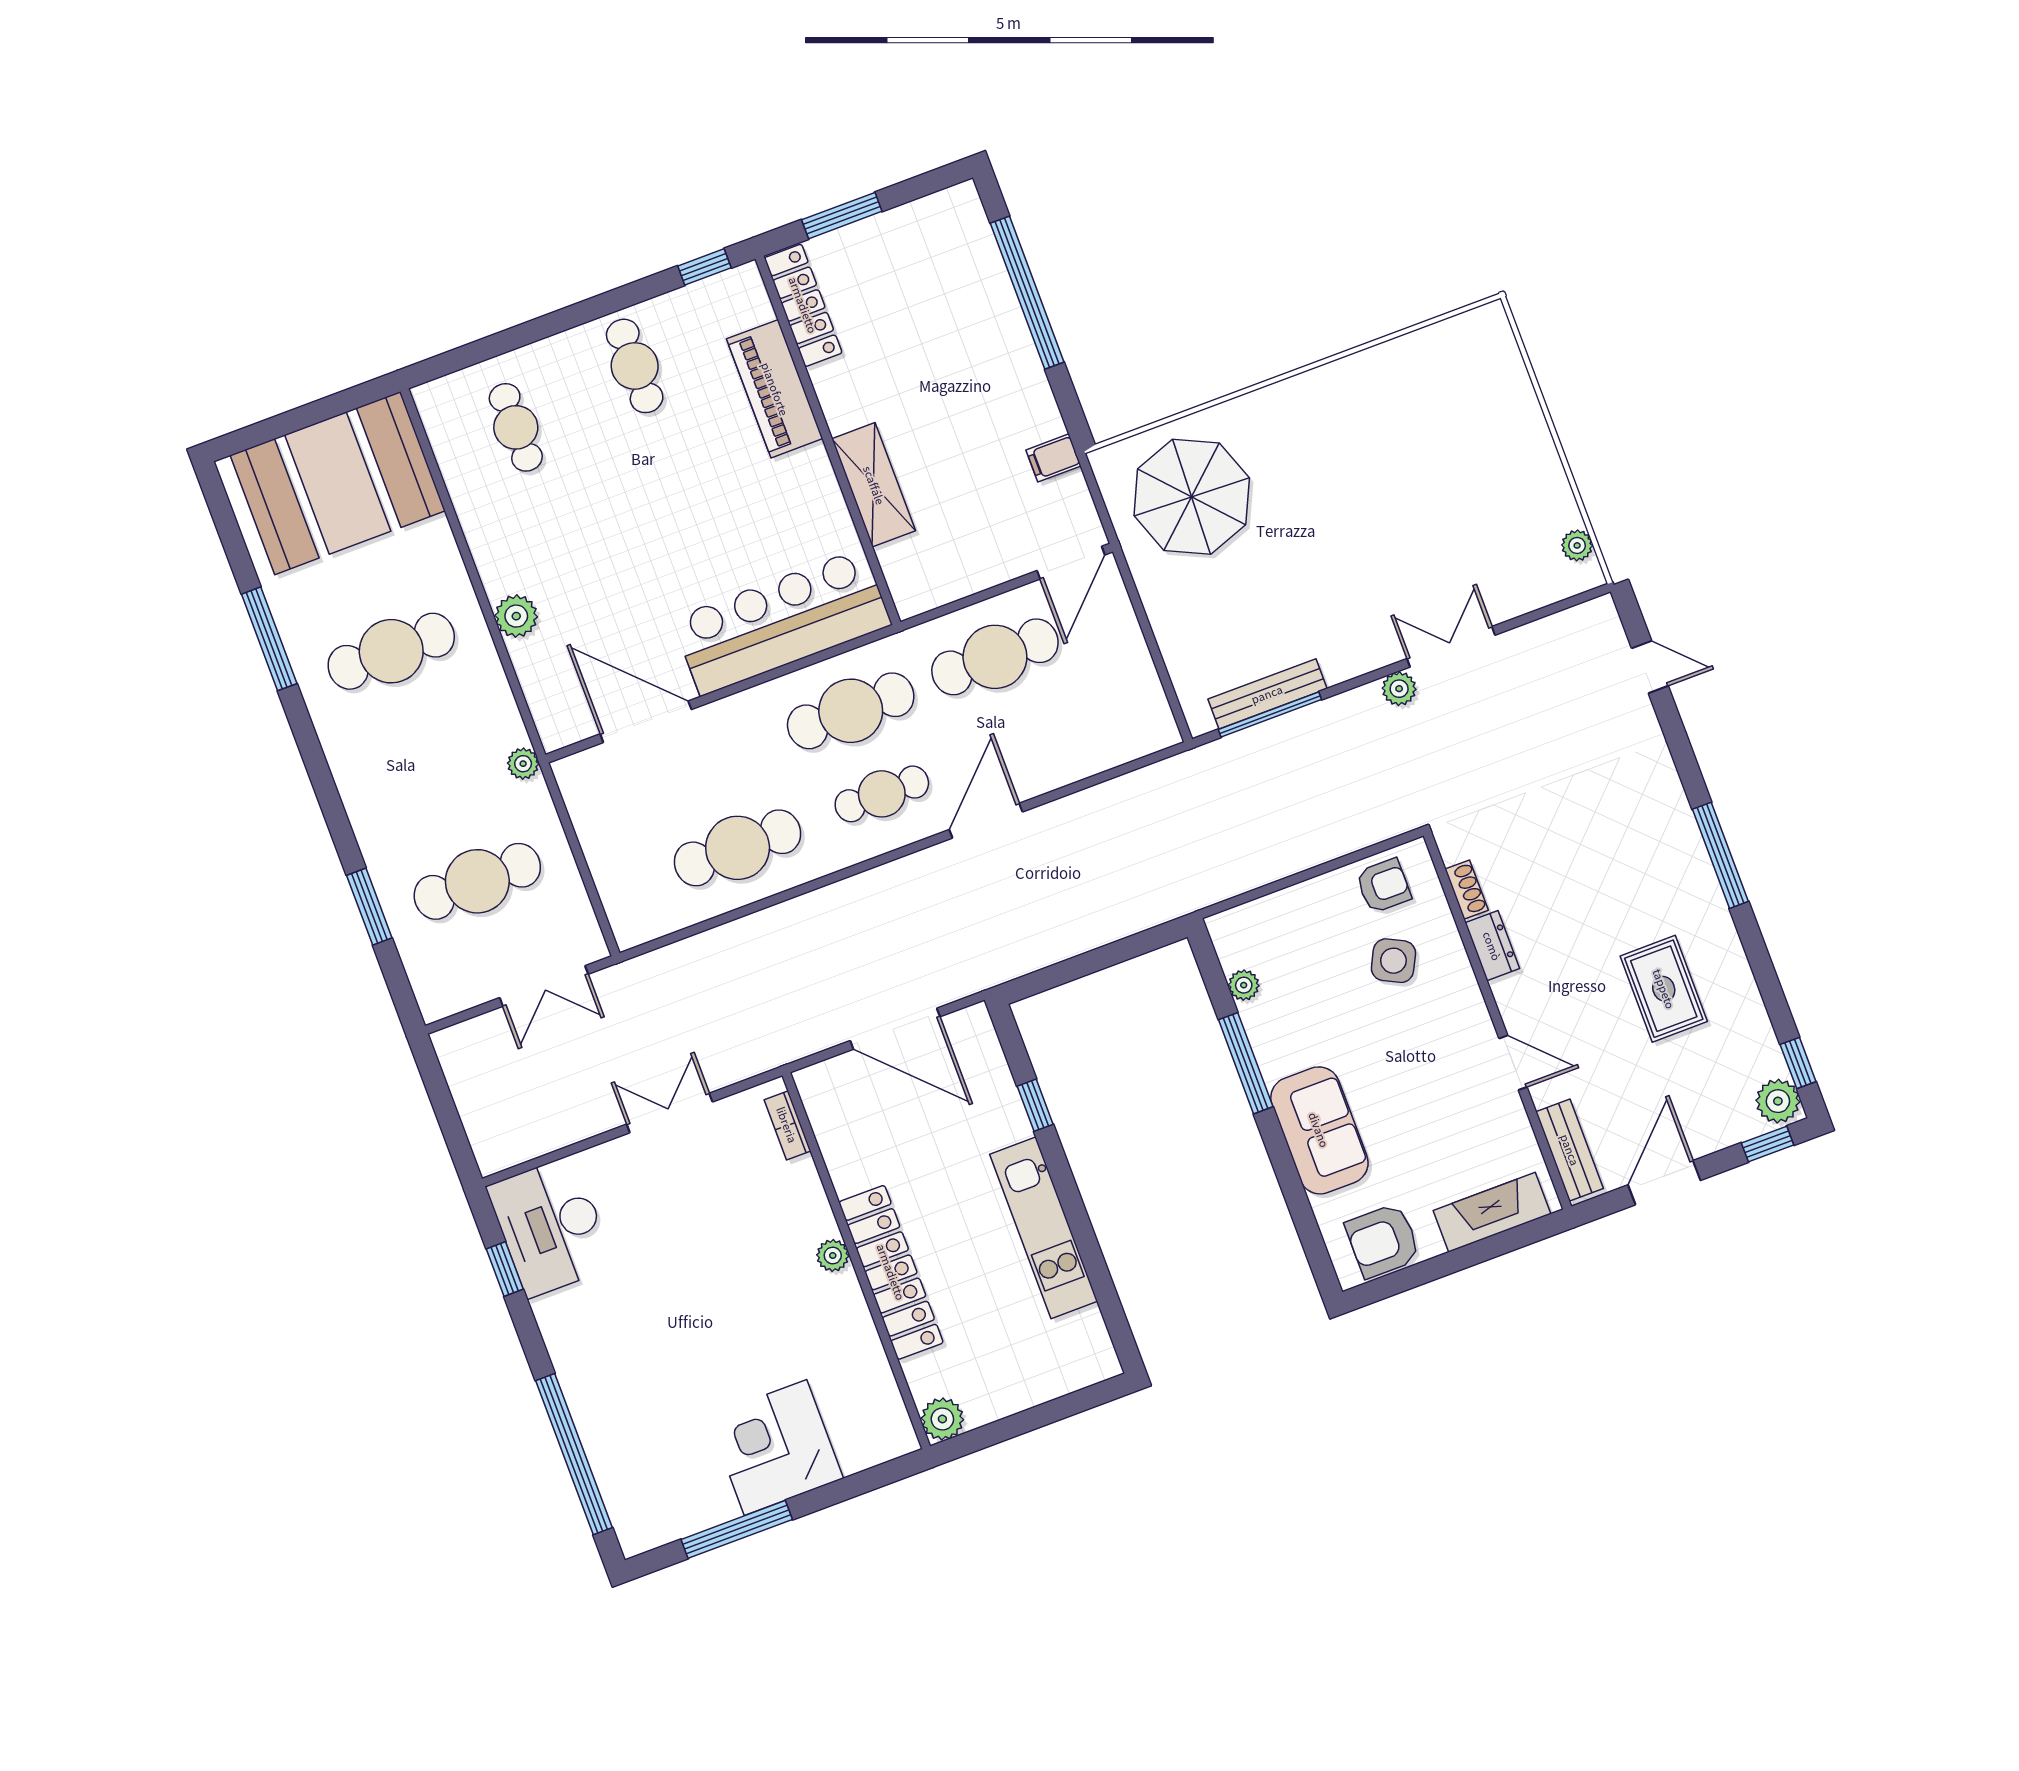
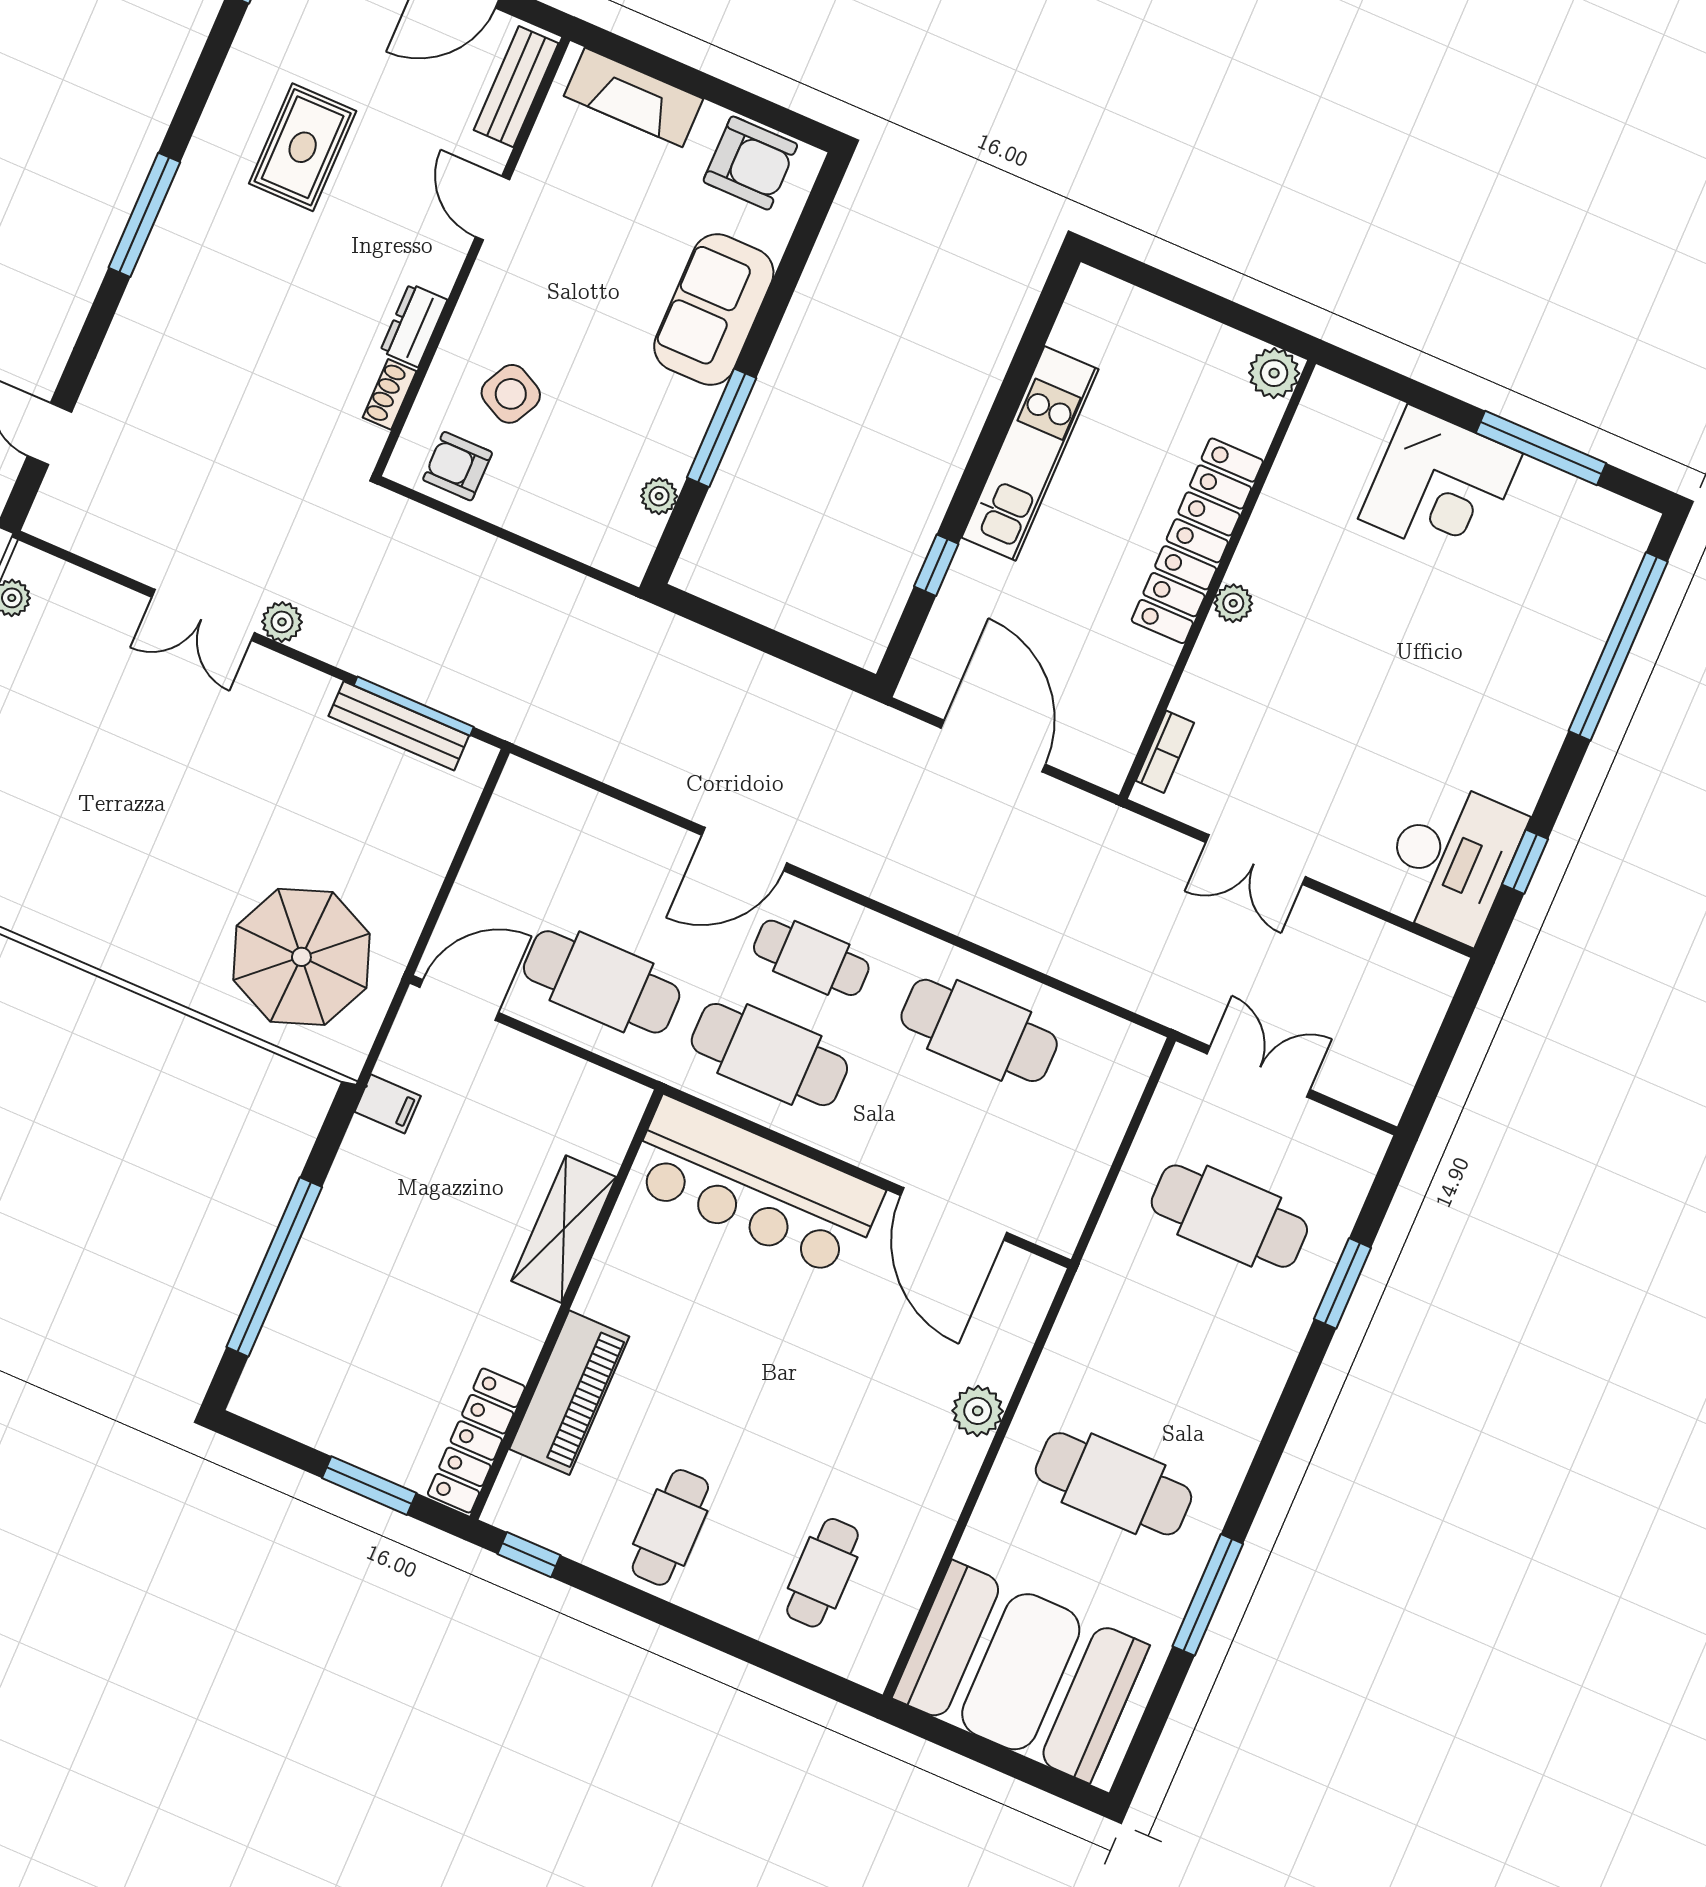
plant: (523, 764) -> (1093, 1279), removed

